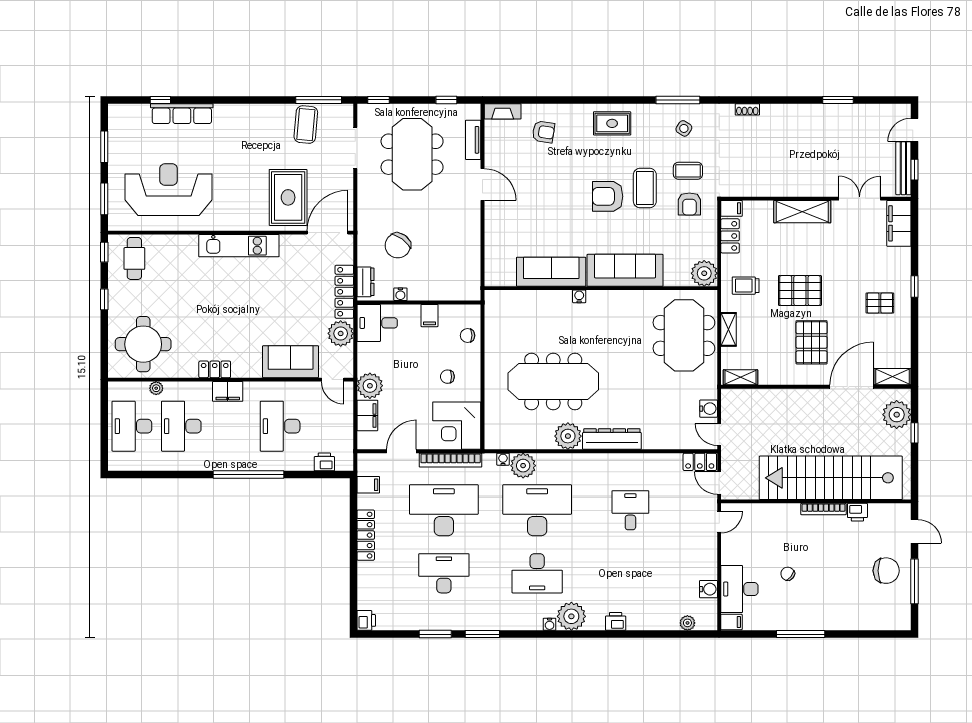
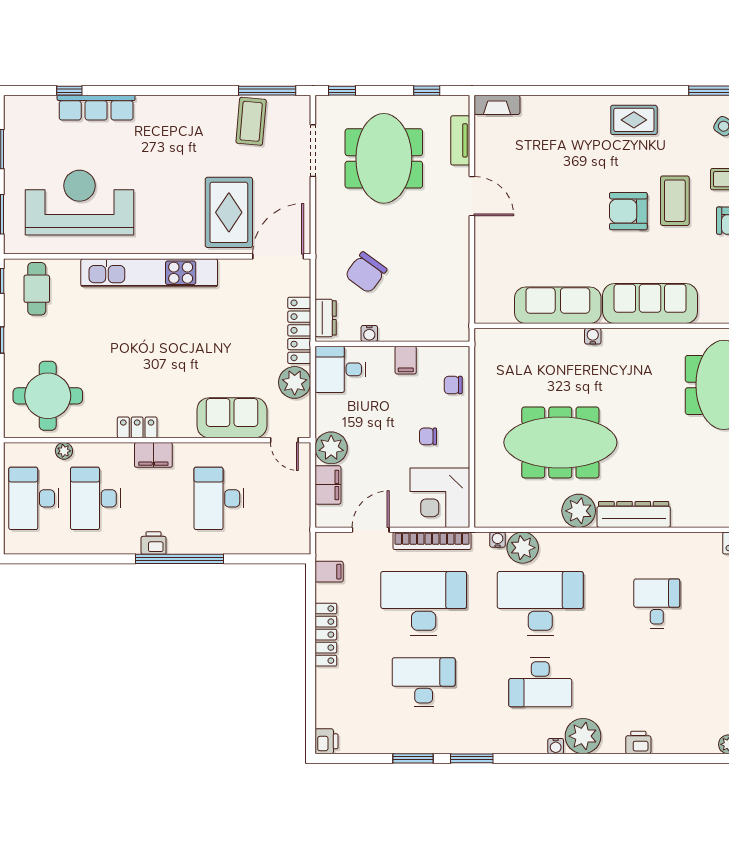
armchair: (543, 132) -> (548, 130), removed
kitchen unit: (239, 246) -> (149, 273), width x1.36
printer: (324, 462) -> (154, 543), moved

